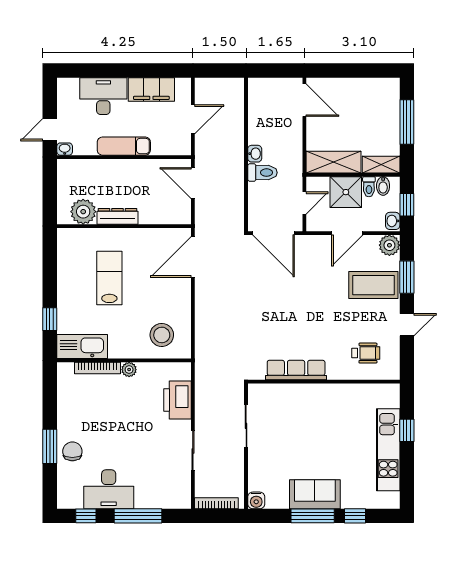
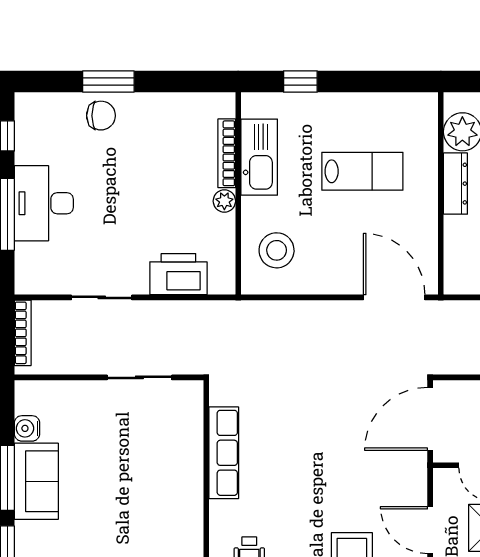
kitchen sink: (82, 346) -> (259, 157), moved
desk: (109, 489) -> (44, 203), moved
water cooler: (256, 500) -> (27, 428), moved

